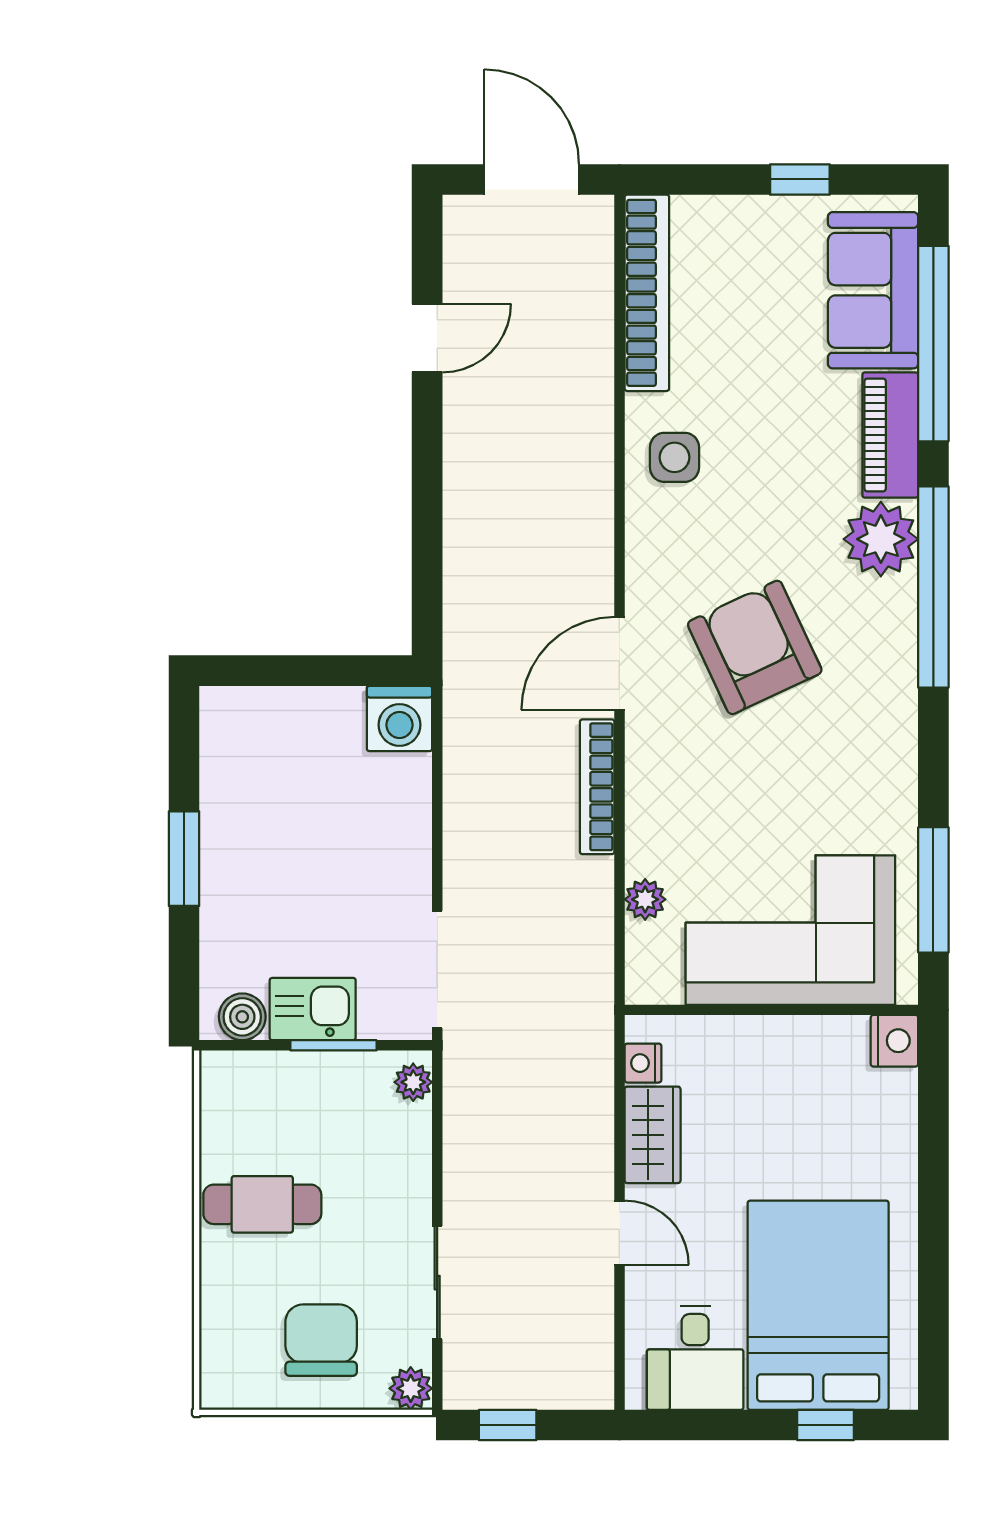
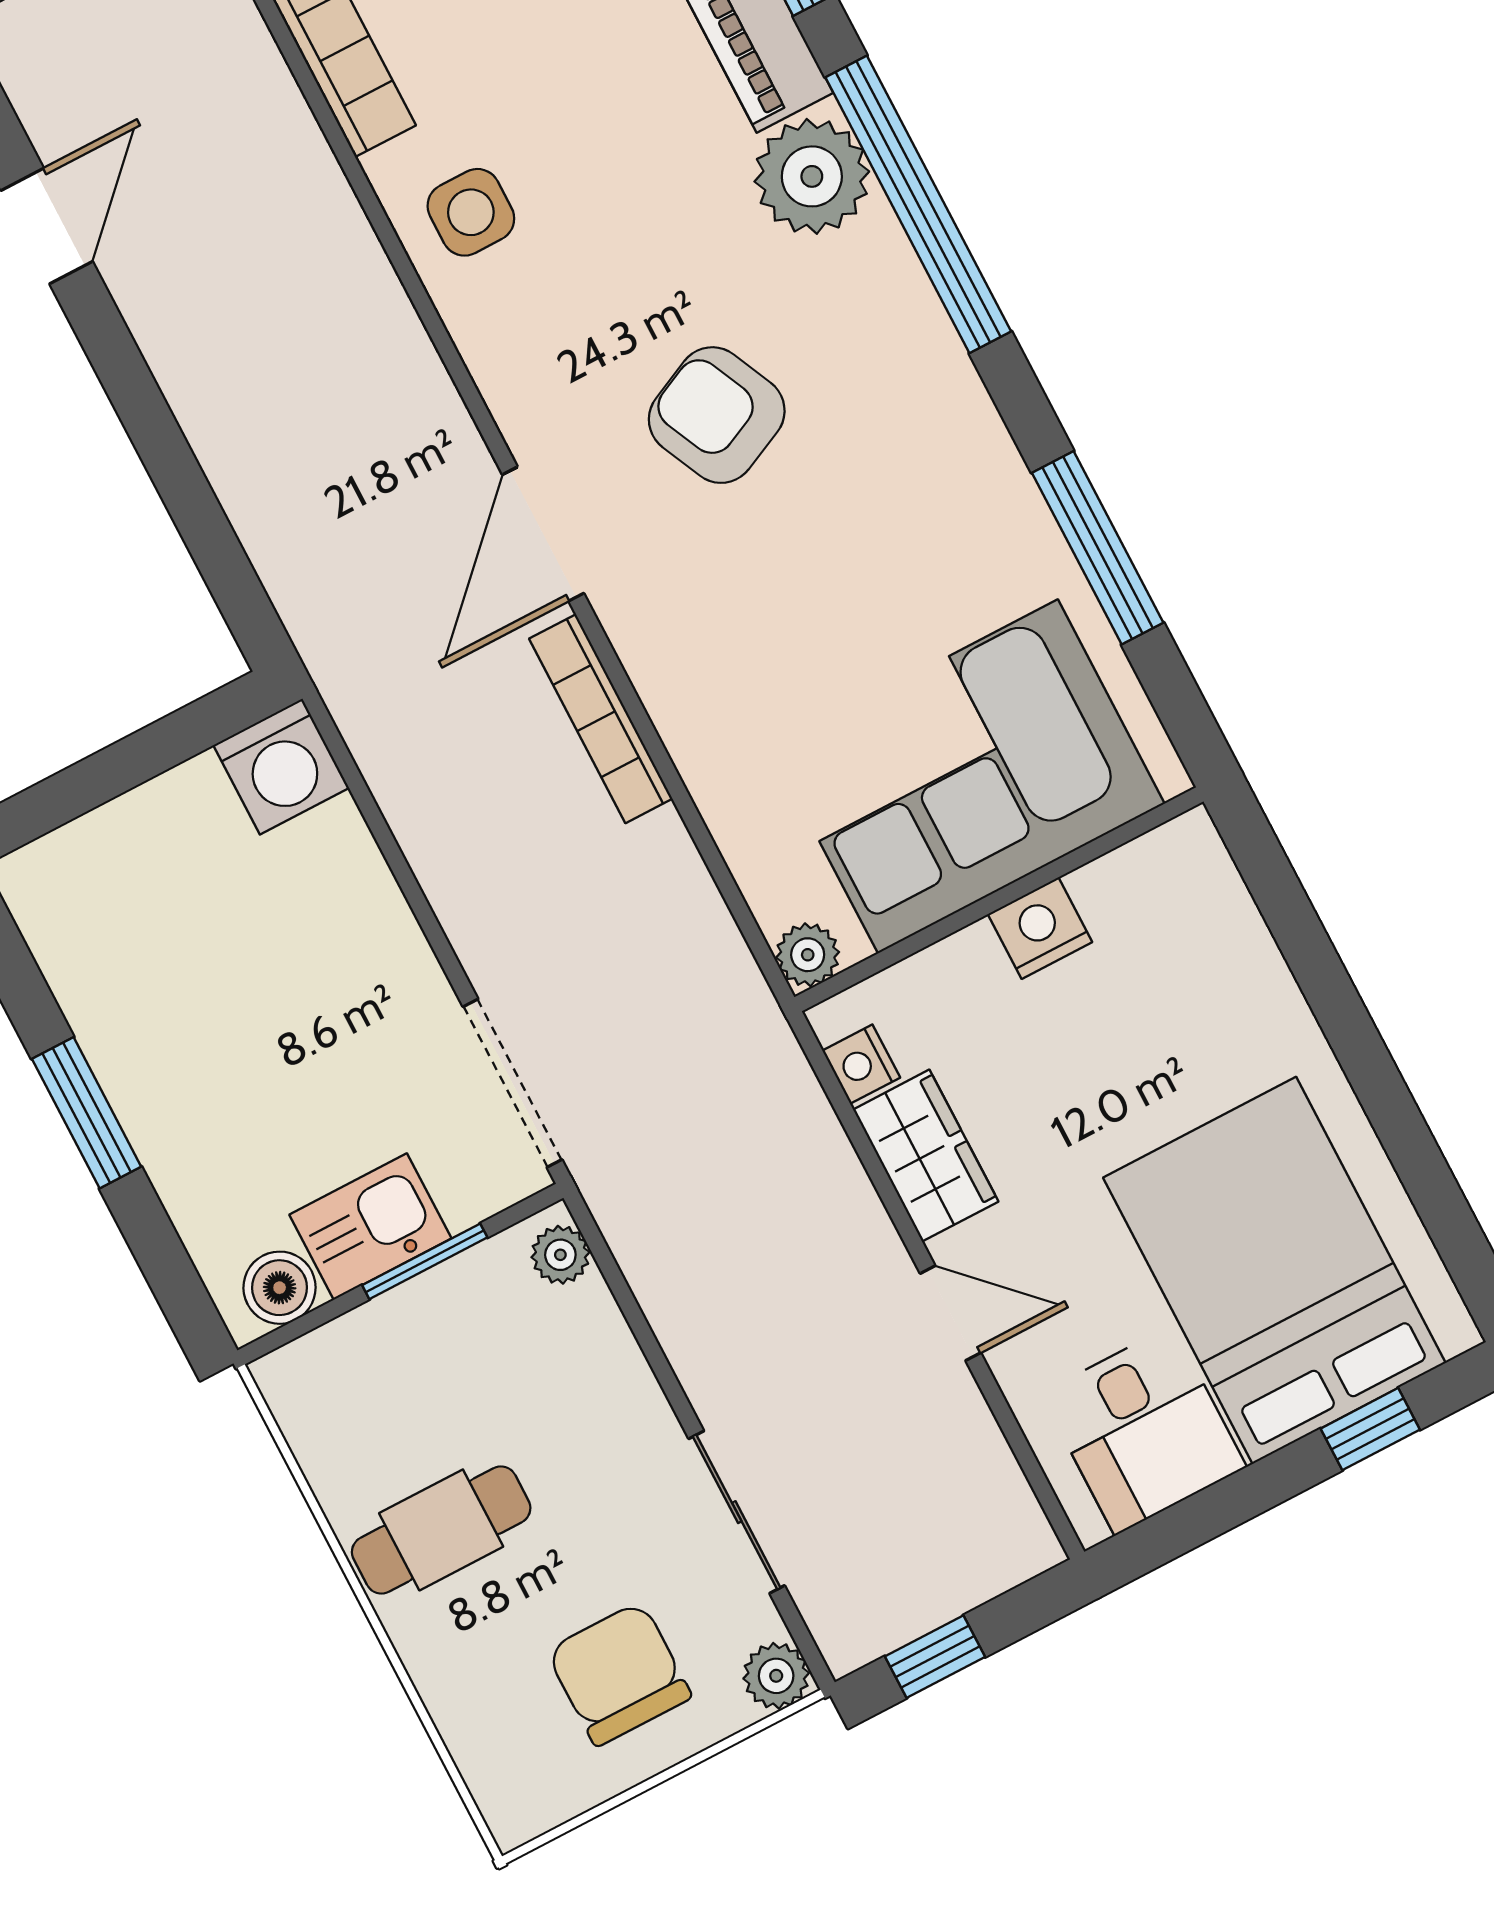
armchair: (755, 647) -> (717, 415), width x0.73, depth x0.73
window: (933, 890) -> (1098, 548), moved
plant: (645, 899) -> (808, 955), moved
nightstand: (894, 1041) -> (1040, 928), moved, turned -90

